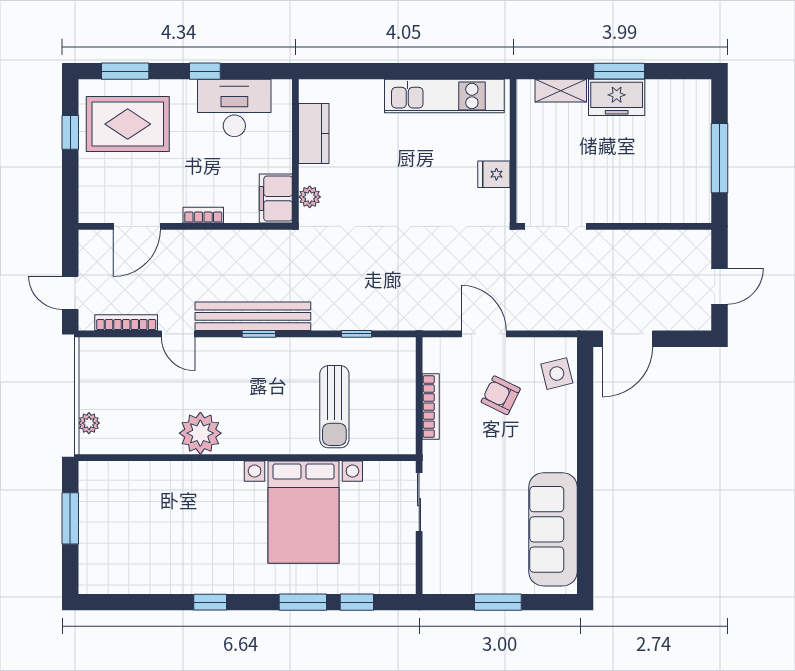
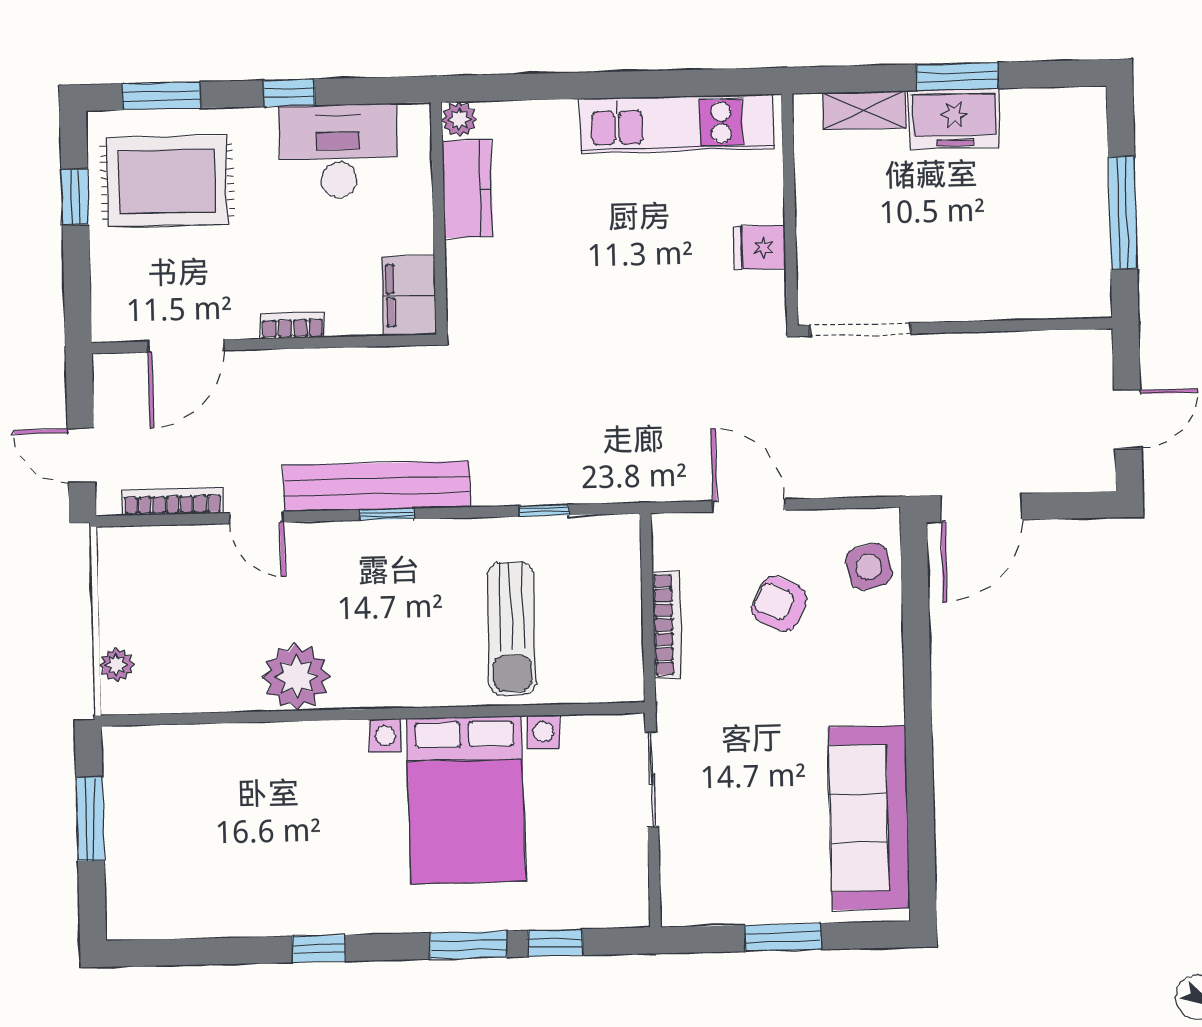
plant: (310, 197) -> (459, 119), moved

